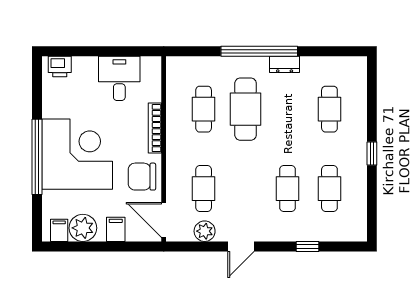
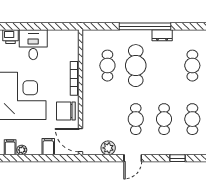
desk: (119, 78) -> (33, 45), moved
cafe table: (204, 189) -> (136, 119), moved
plant: (83, 228) -> (22, 150), width x0.53, depth x0.53

